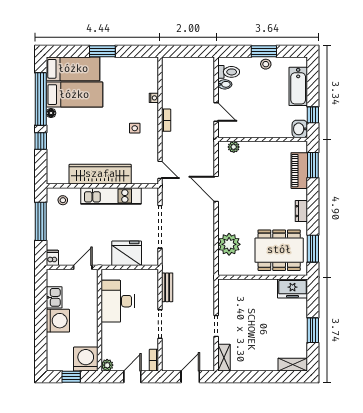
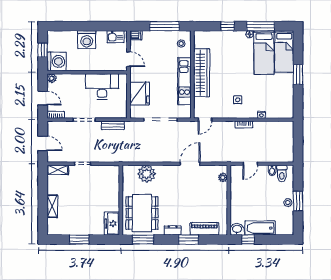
bathtub: (298, 86) -> (260, 228), moved
window: (41, 99) -> (261, 26), width x0.68
window: (313, 165) -> (189, 240), moved
kitchen sink: (54, 297) -> (116, 37), moved
shelving: (293, 365) -> (52, 206), moved

